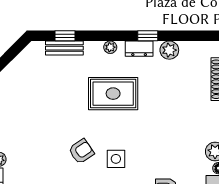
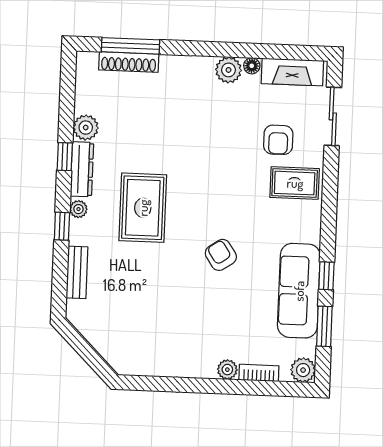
window: (65, 36) -> (62, 226), moved
dresser: (139, 49) -> (82, 169), width x1.44
side table: (116, 159) -> (233, 207), removed

